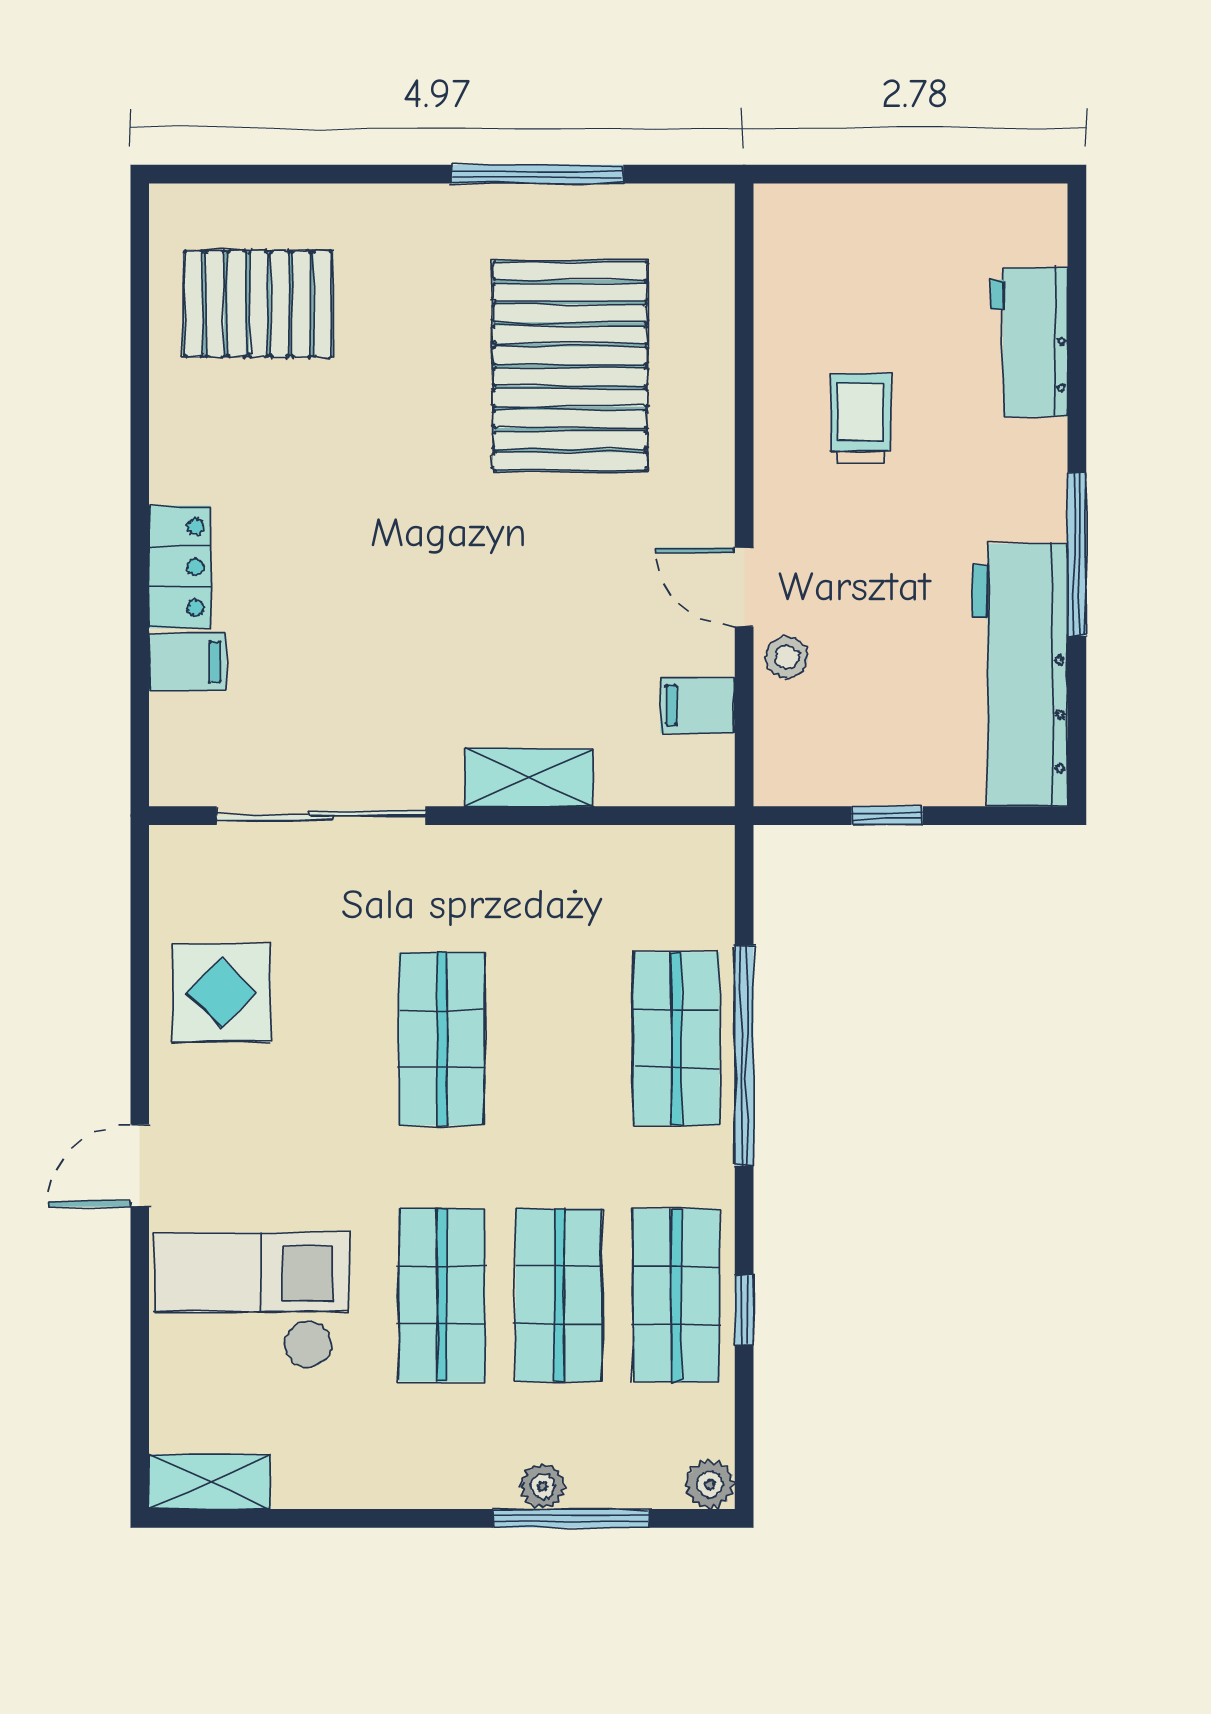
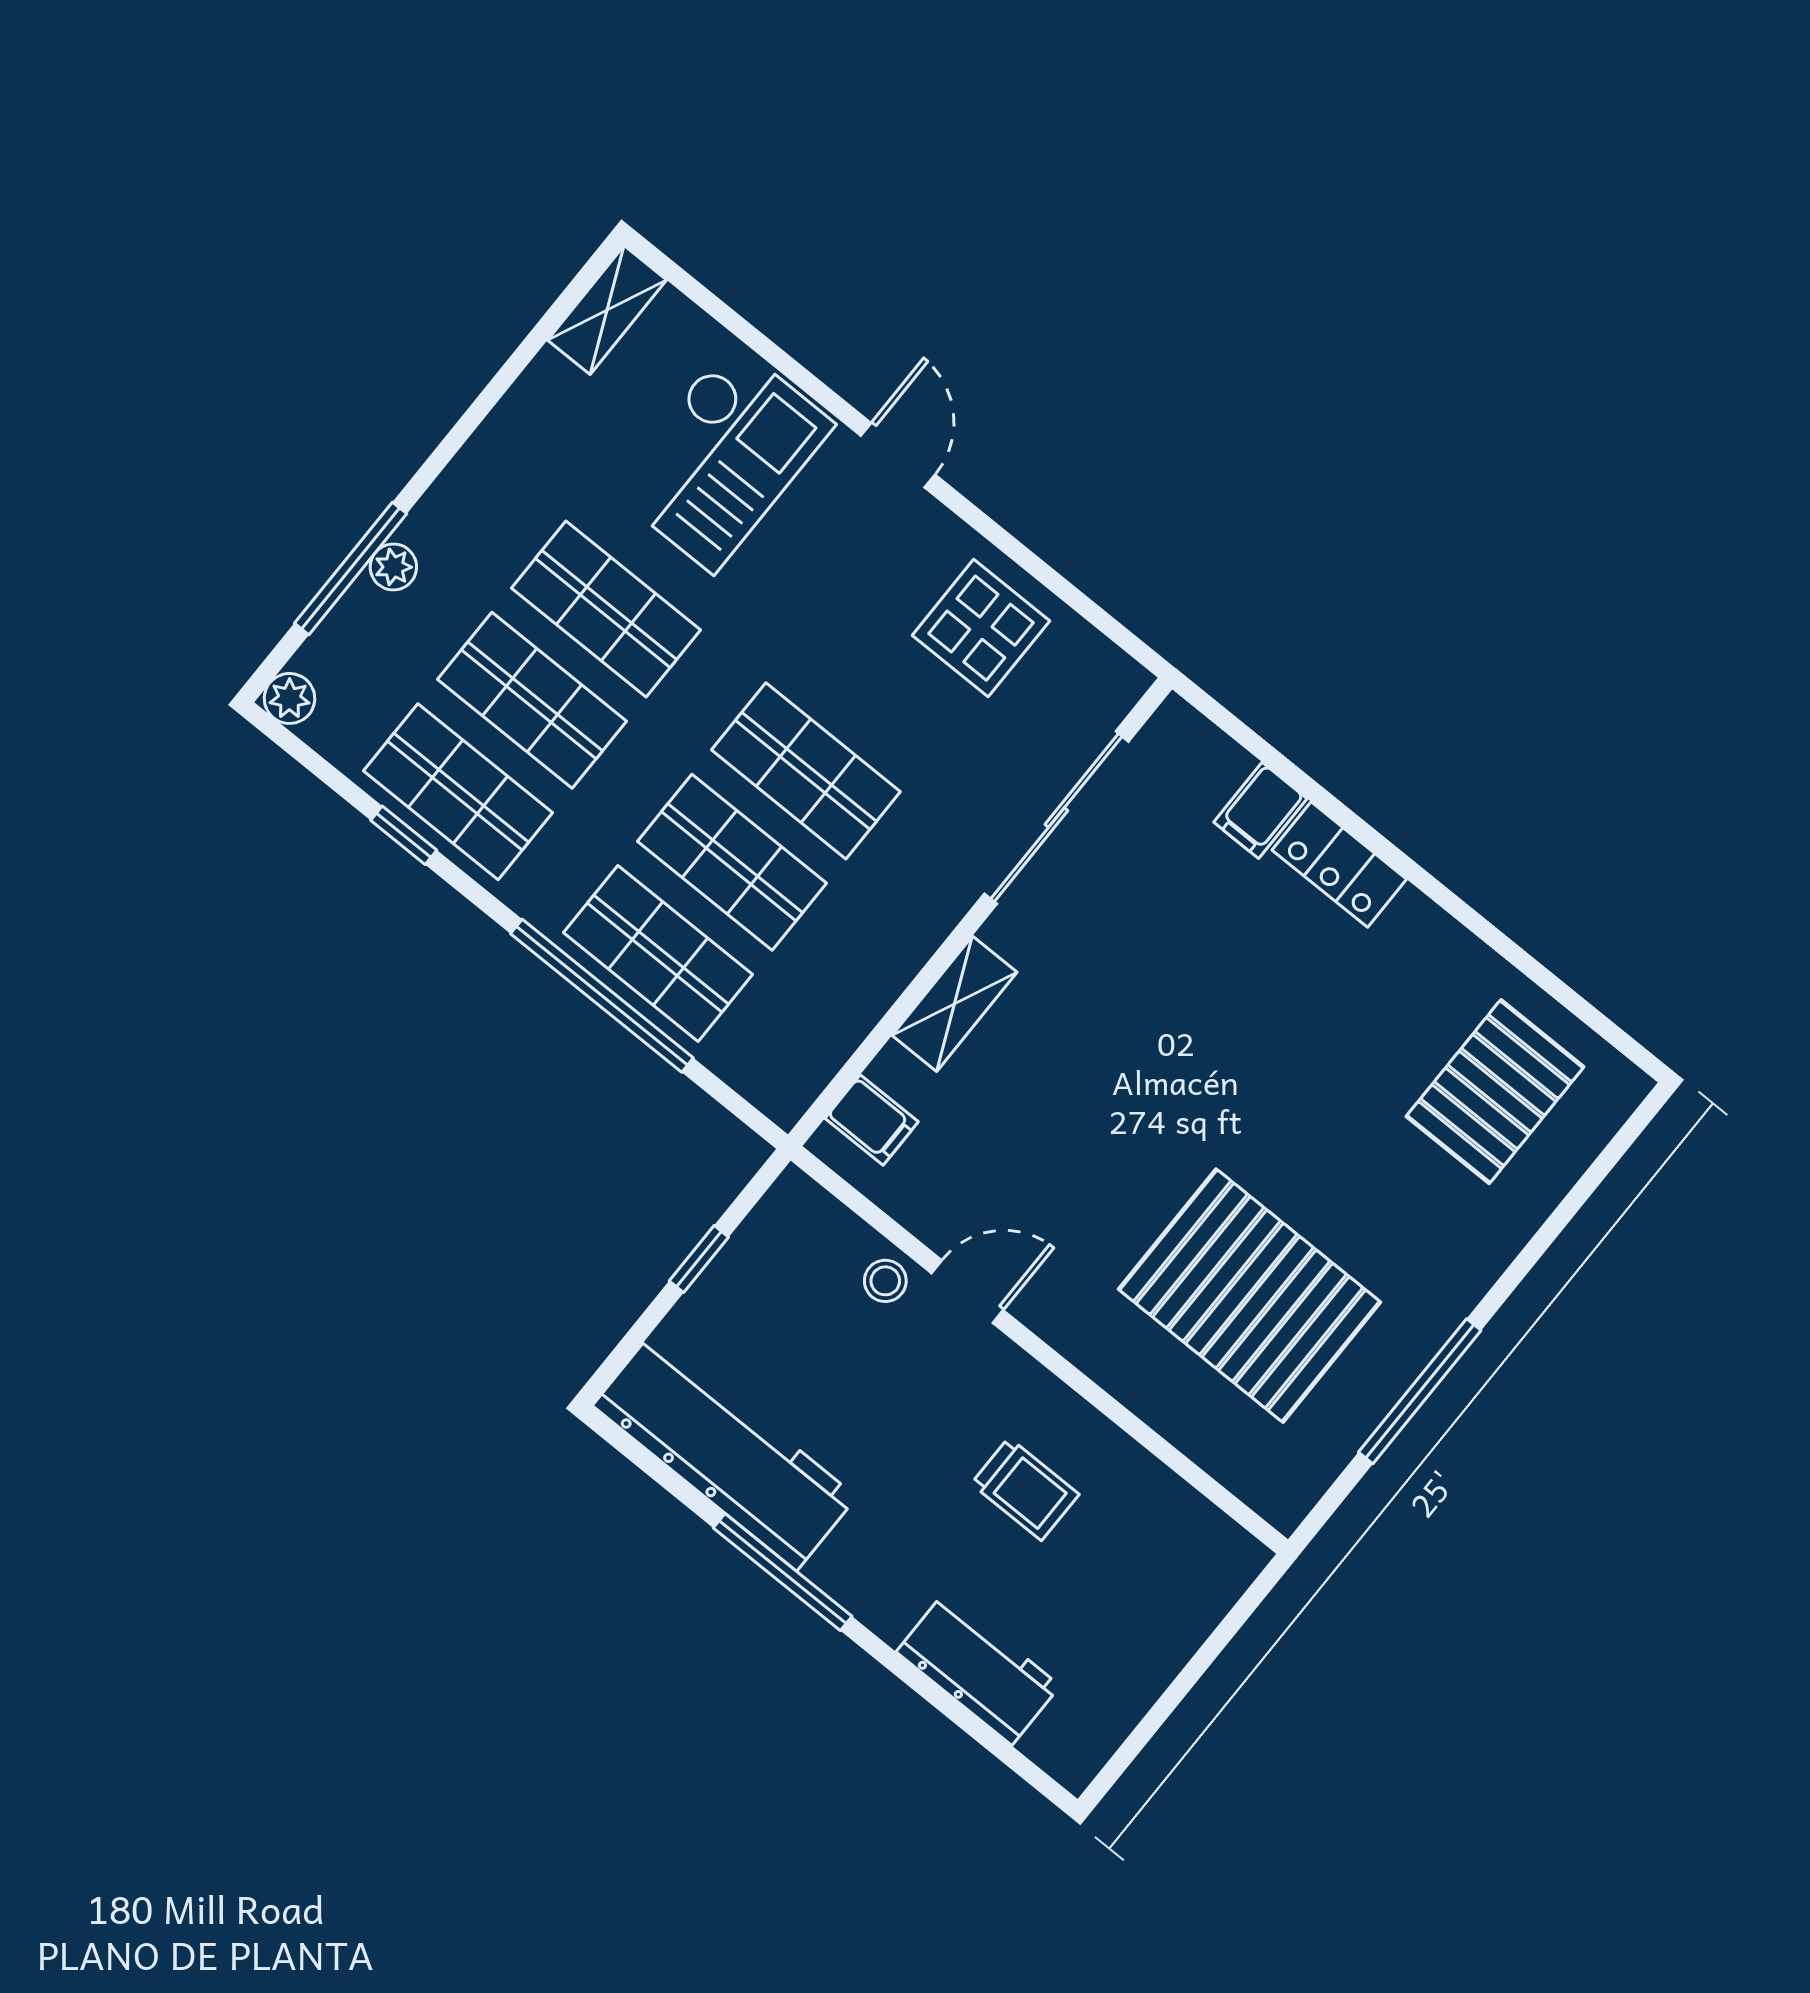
filing cabinet: (697, 705) -> (872, 1120), moved, turned 90
shop shelf: (559, 1039) -> (732, 862), added

